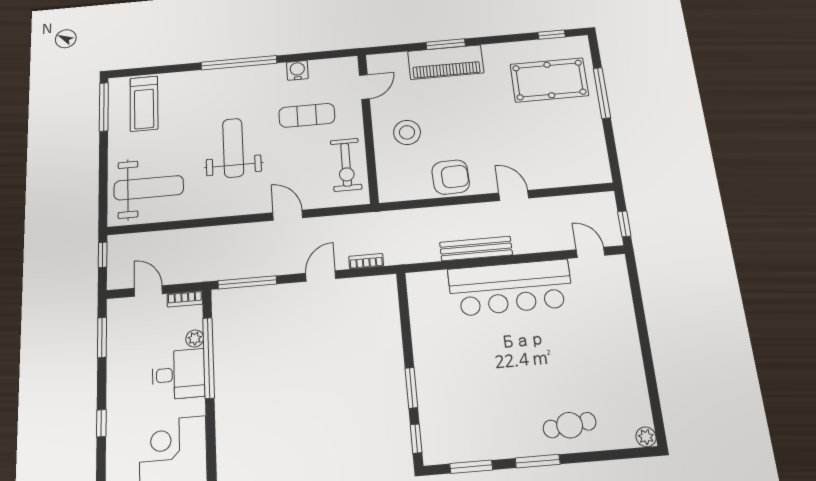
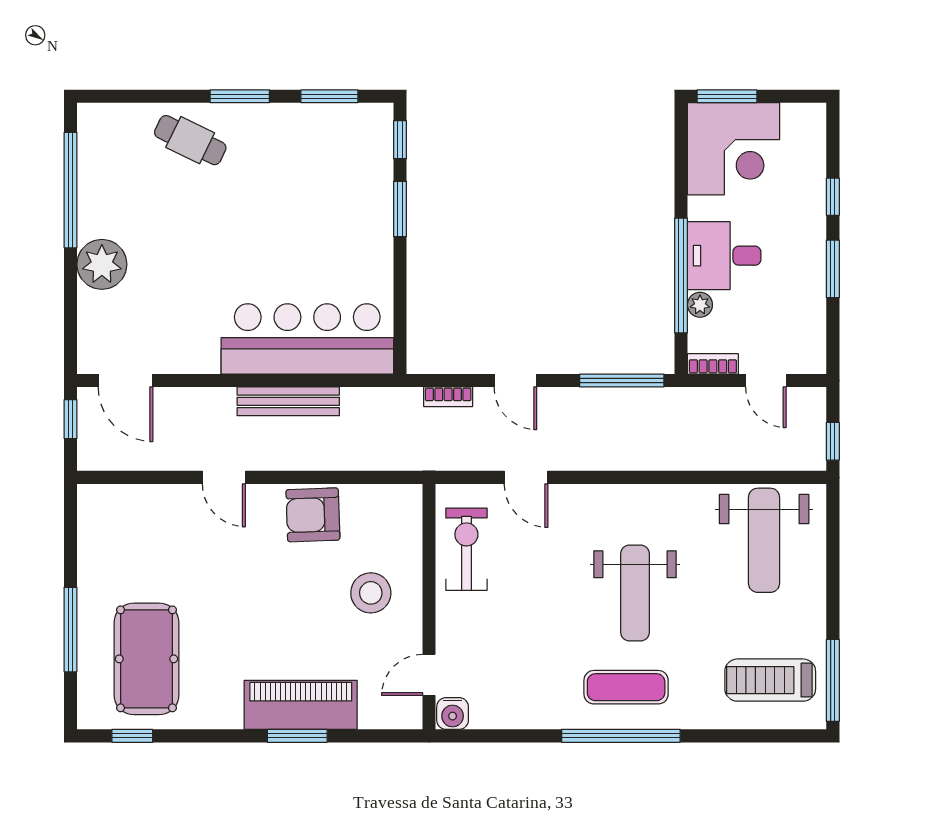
water cooler: (297, 70) -> (453, 713), moved
pool table: (549, 80) -> (146, 659), turned 90
treadmill: (144, 104) -> (770, 680), turned -90
exercise mat: (307, 115) -> (626, 687), moved
weight bench: (149, 188) -> (764, 540), turned -90
door: (288, 215) -> (526, 477), moved
door: (590, 252) -> (125, 381), width x1.37
door: (321, 276) -> (515, 381), hinge flipped
bar counter: (510, 288) -> (307, 339), moved
window: (102, 337) -> (833, 269), moved
window: (651, 381) -> (70, 190), added
cafe table: (570, 425) -> (190, 140), turned 33
plant: (646, 437) -> (102, 264), moved, width x1.88, depth x1.88

